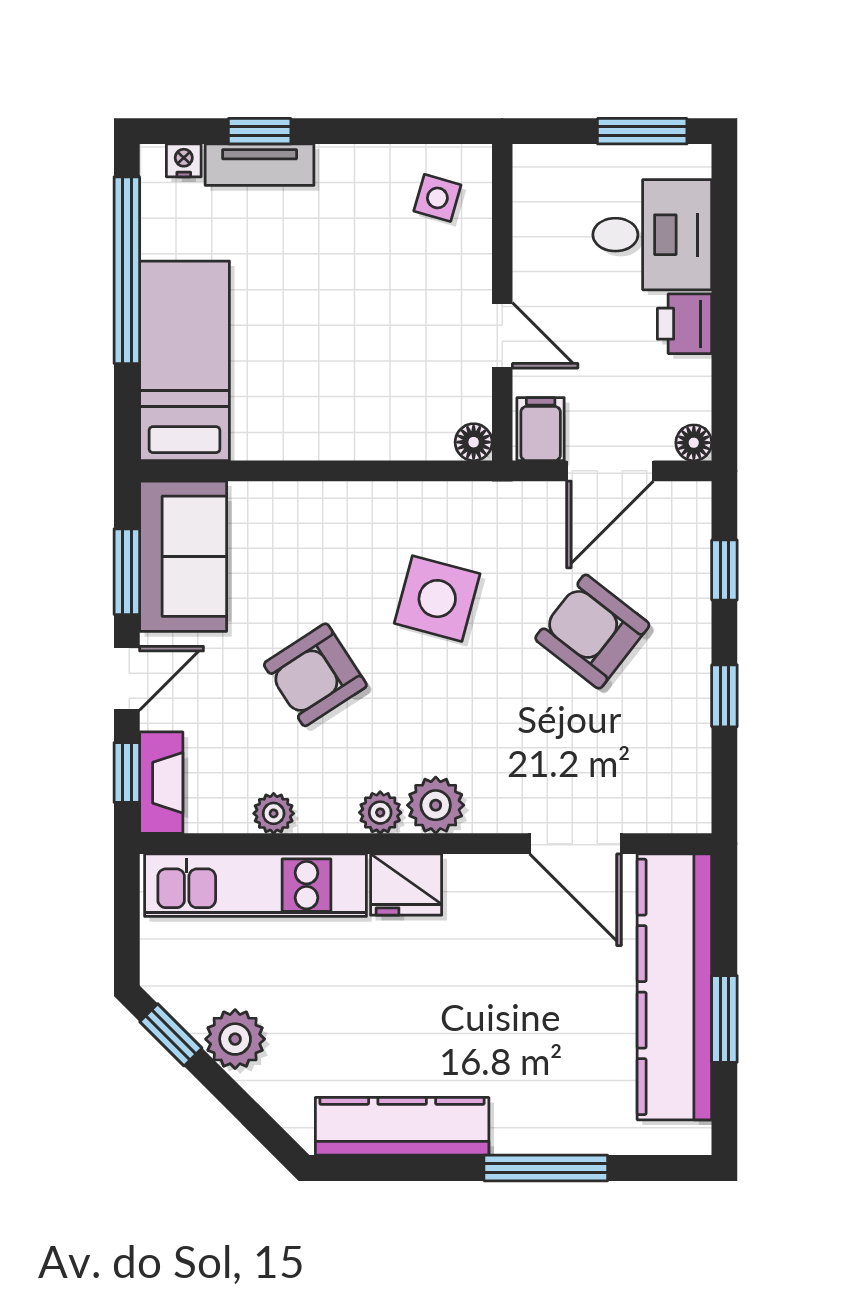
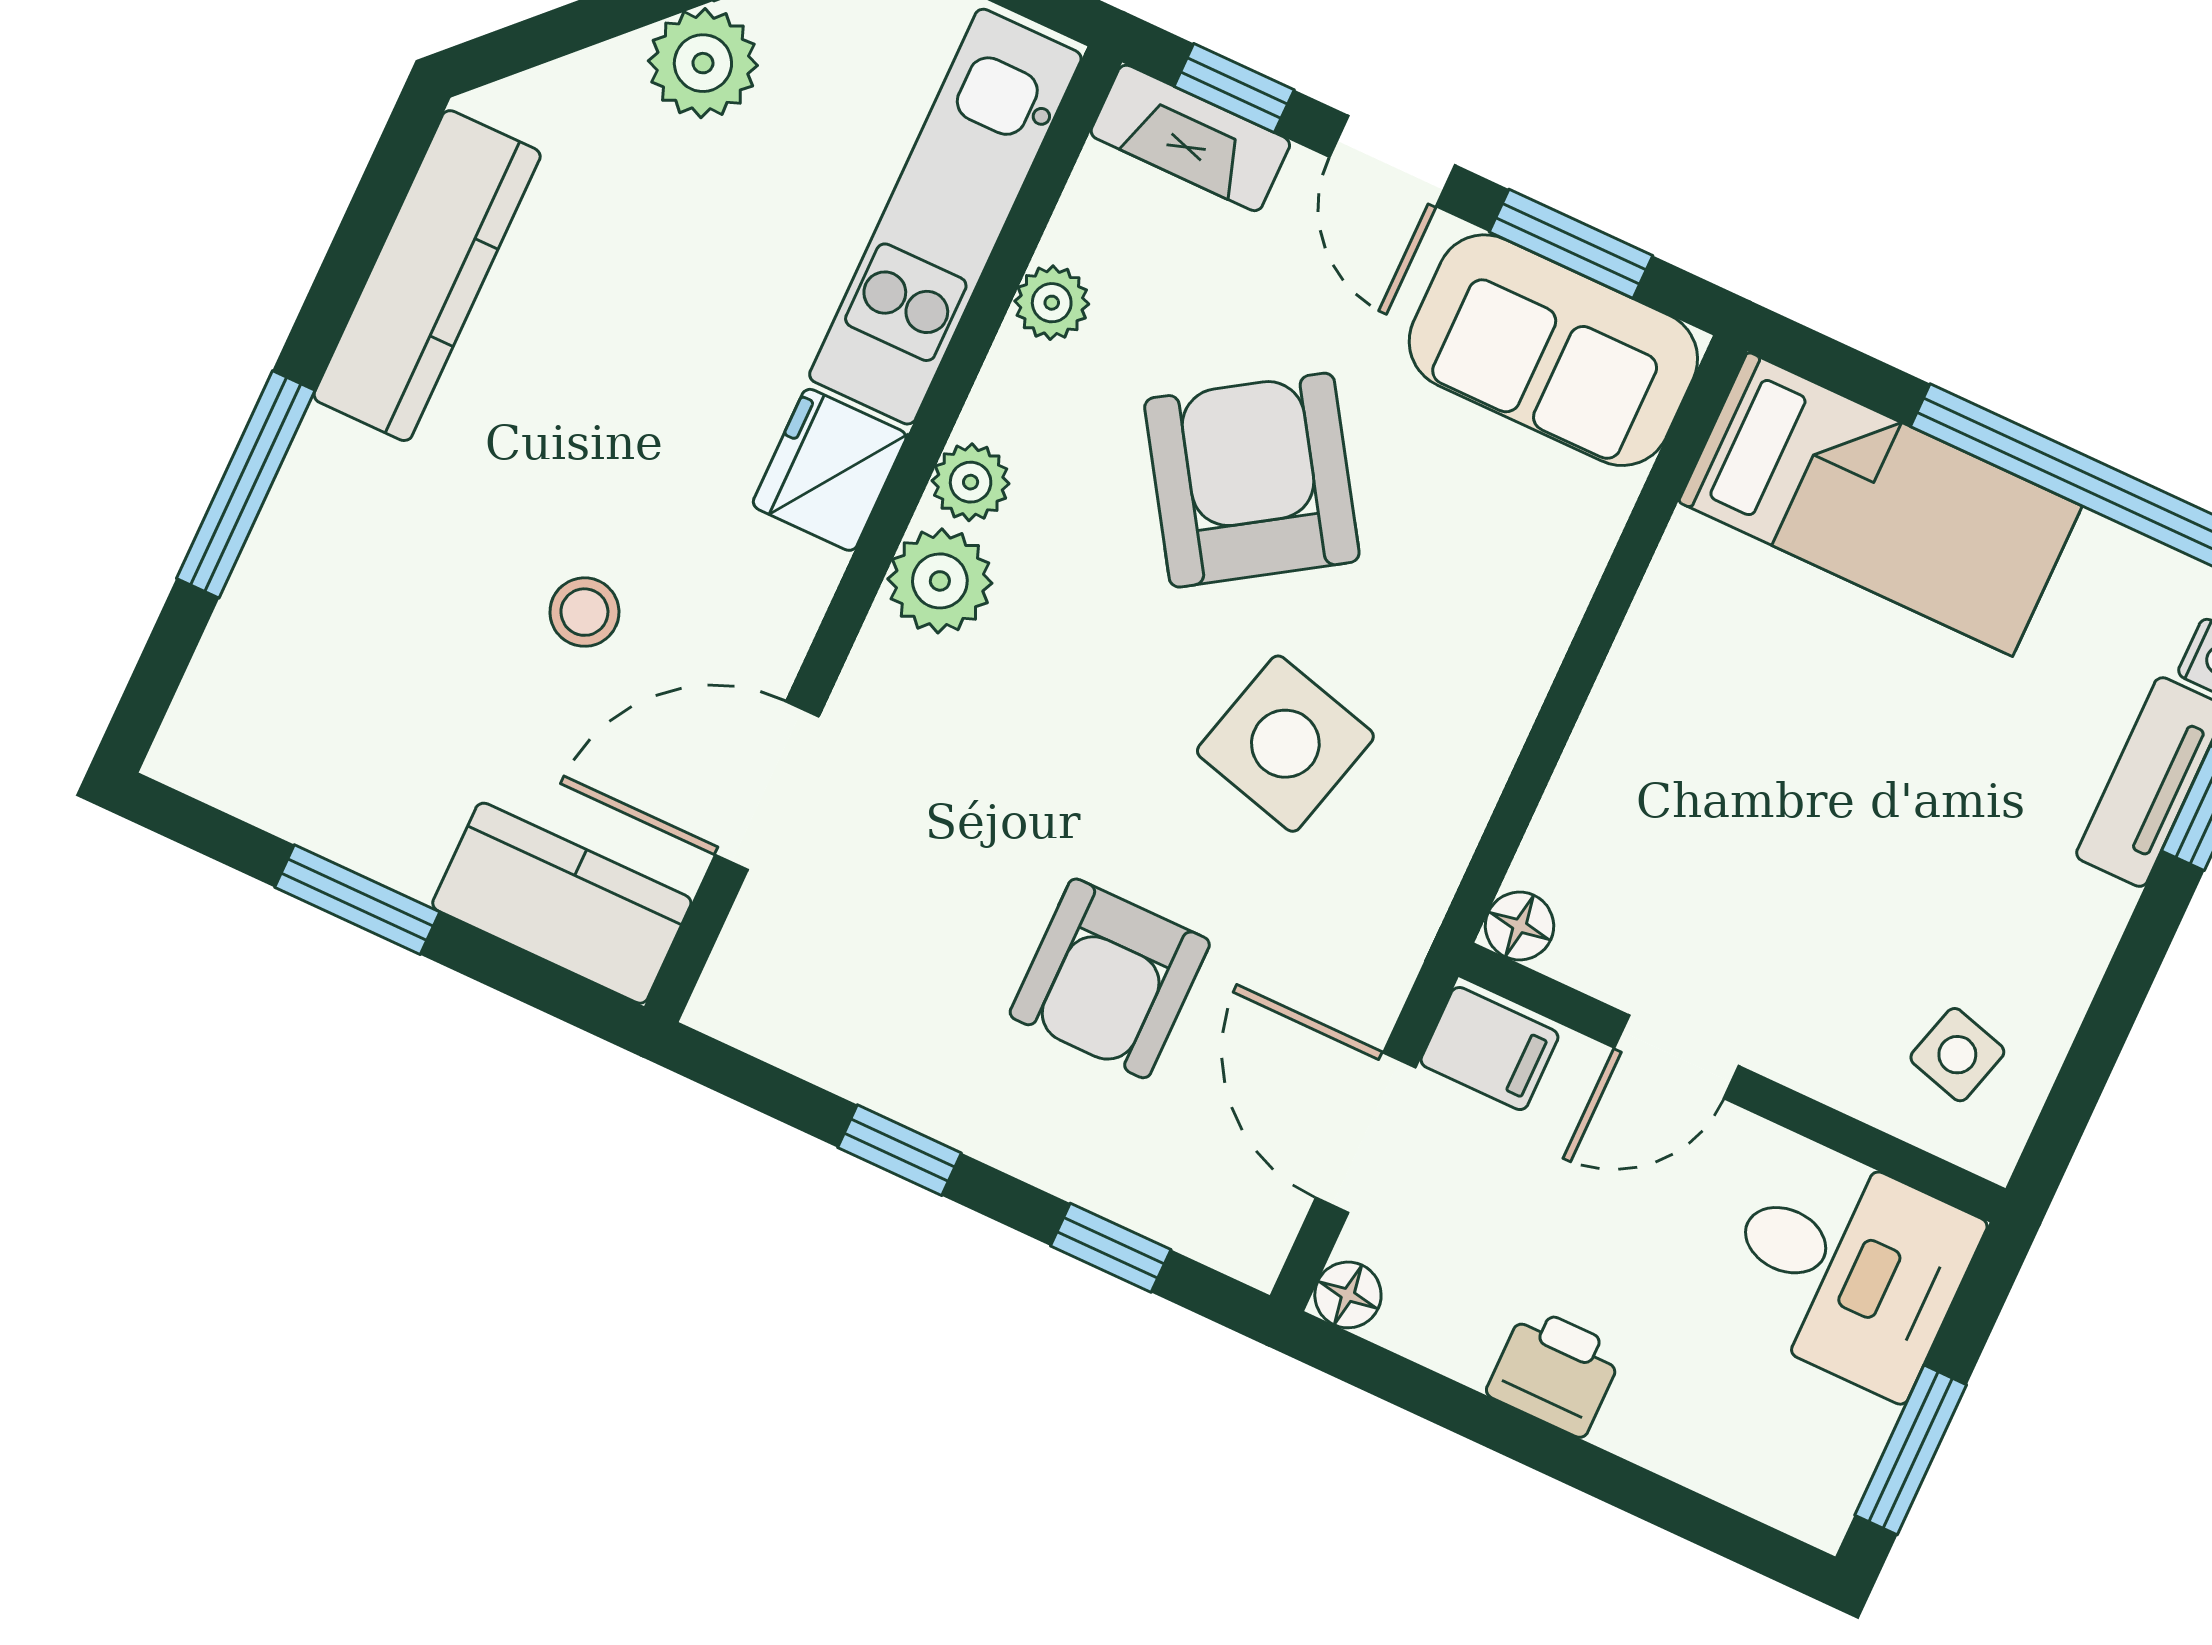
desk: (652, 235) -> (1847, 1269), moved, turned -90
armchair: (592, 632) -> (1110, 978), turned 142
armchair: (315, 675) -> (1252, 480), width x1.36, depth x1.36
stool: (532, 973) -> (584, 612), added
kitchen counter: (674, 987) -> (562, 903), width x0.48, depth x0.86

